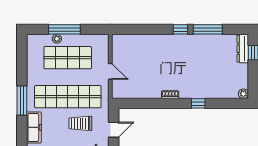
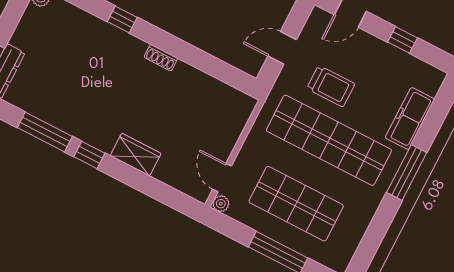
plant: (57, 39) -> (221, 204), moved
wardrobe: (158, 41) -> (136, 155), added
door: (110, 71) -> (222, 178), moved

